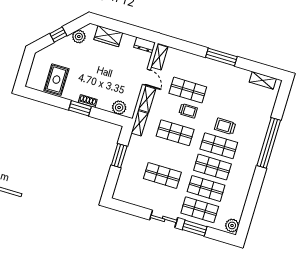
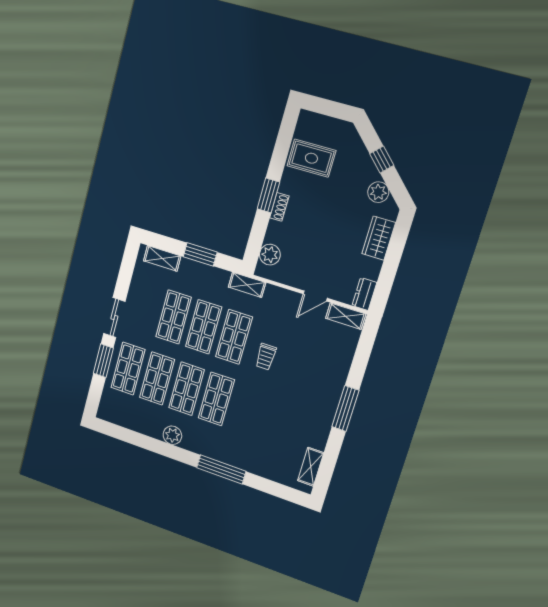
shop shelf: (188, 90) -> (204, 327), moved
shelving: (147, 99) -> (162, 258), moved
trolley: (225, 126) -> (244, 409), removed
window: (269, 143) -> (221, 470), width x0.68
plant: (232, 225) -> (172, 435), moved

